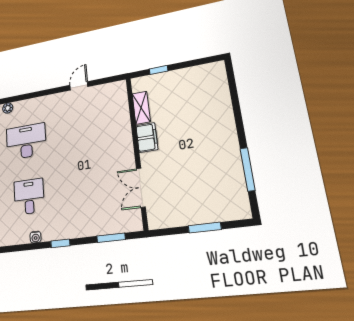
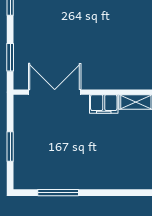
double door: (141, 188) -> (55, 92), width x1.37

